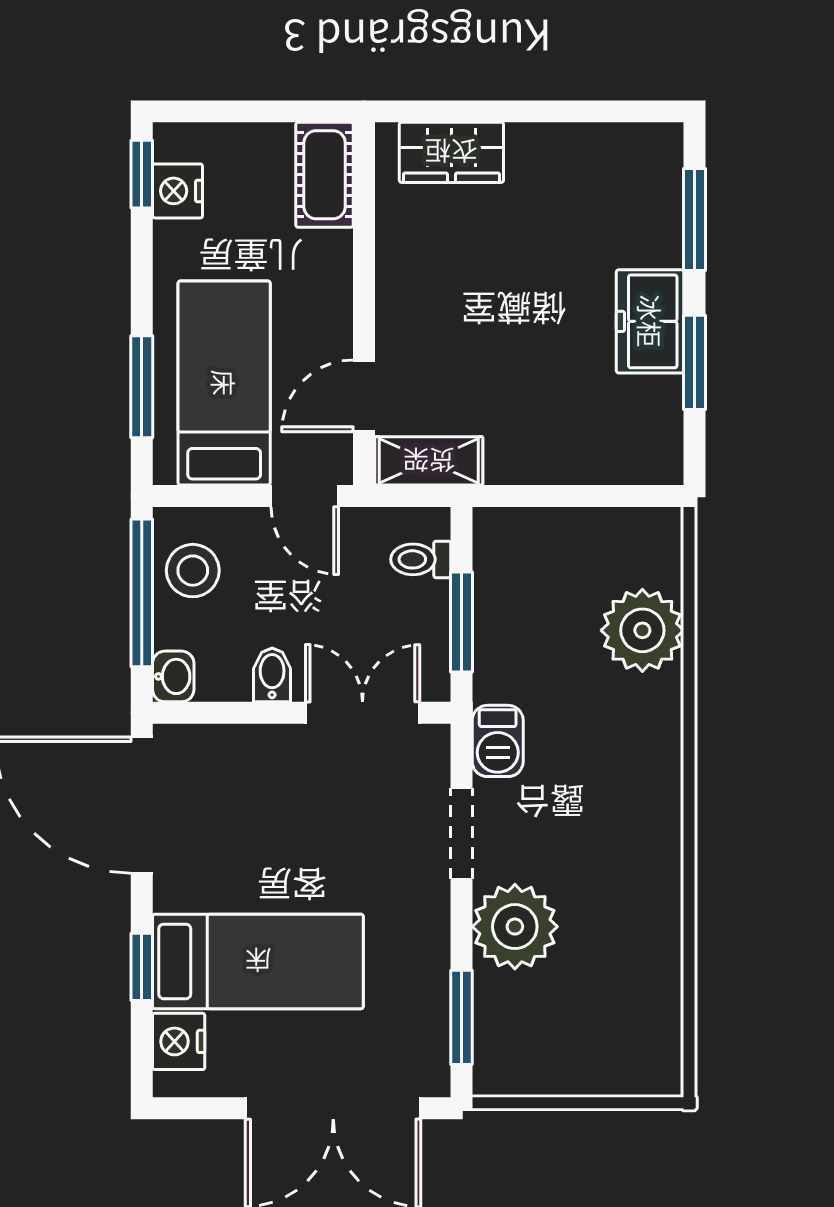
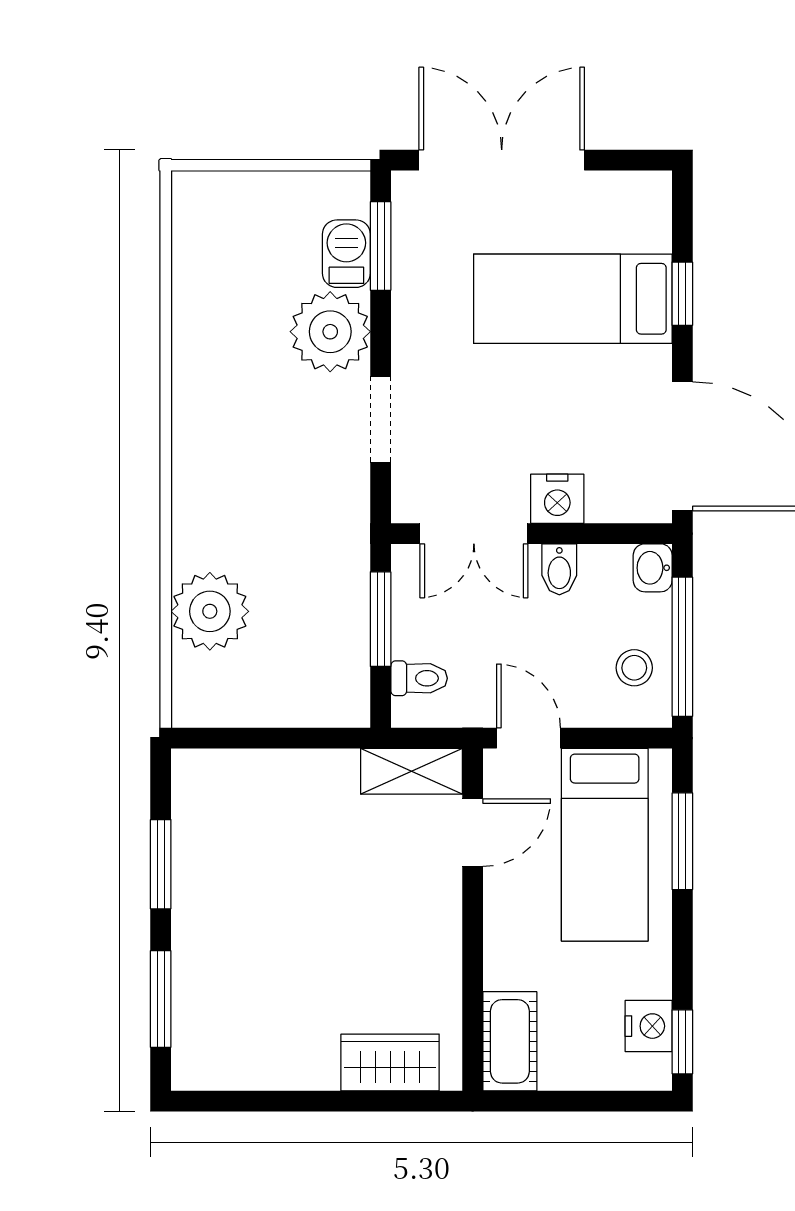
freezer: (650, 321) -> (203, 903), removed
stool: (193, 571) -> (634, 668), width x0.73, depth x0.73
barbecue: (498, 741) -> (346, 254), moved
nightstand: (179, 1041) -> (557, 499), moved, turned 90

